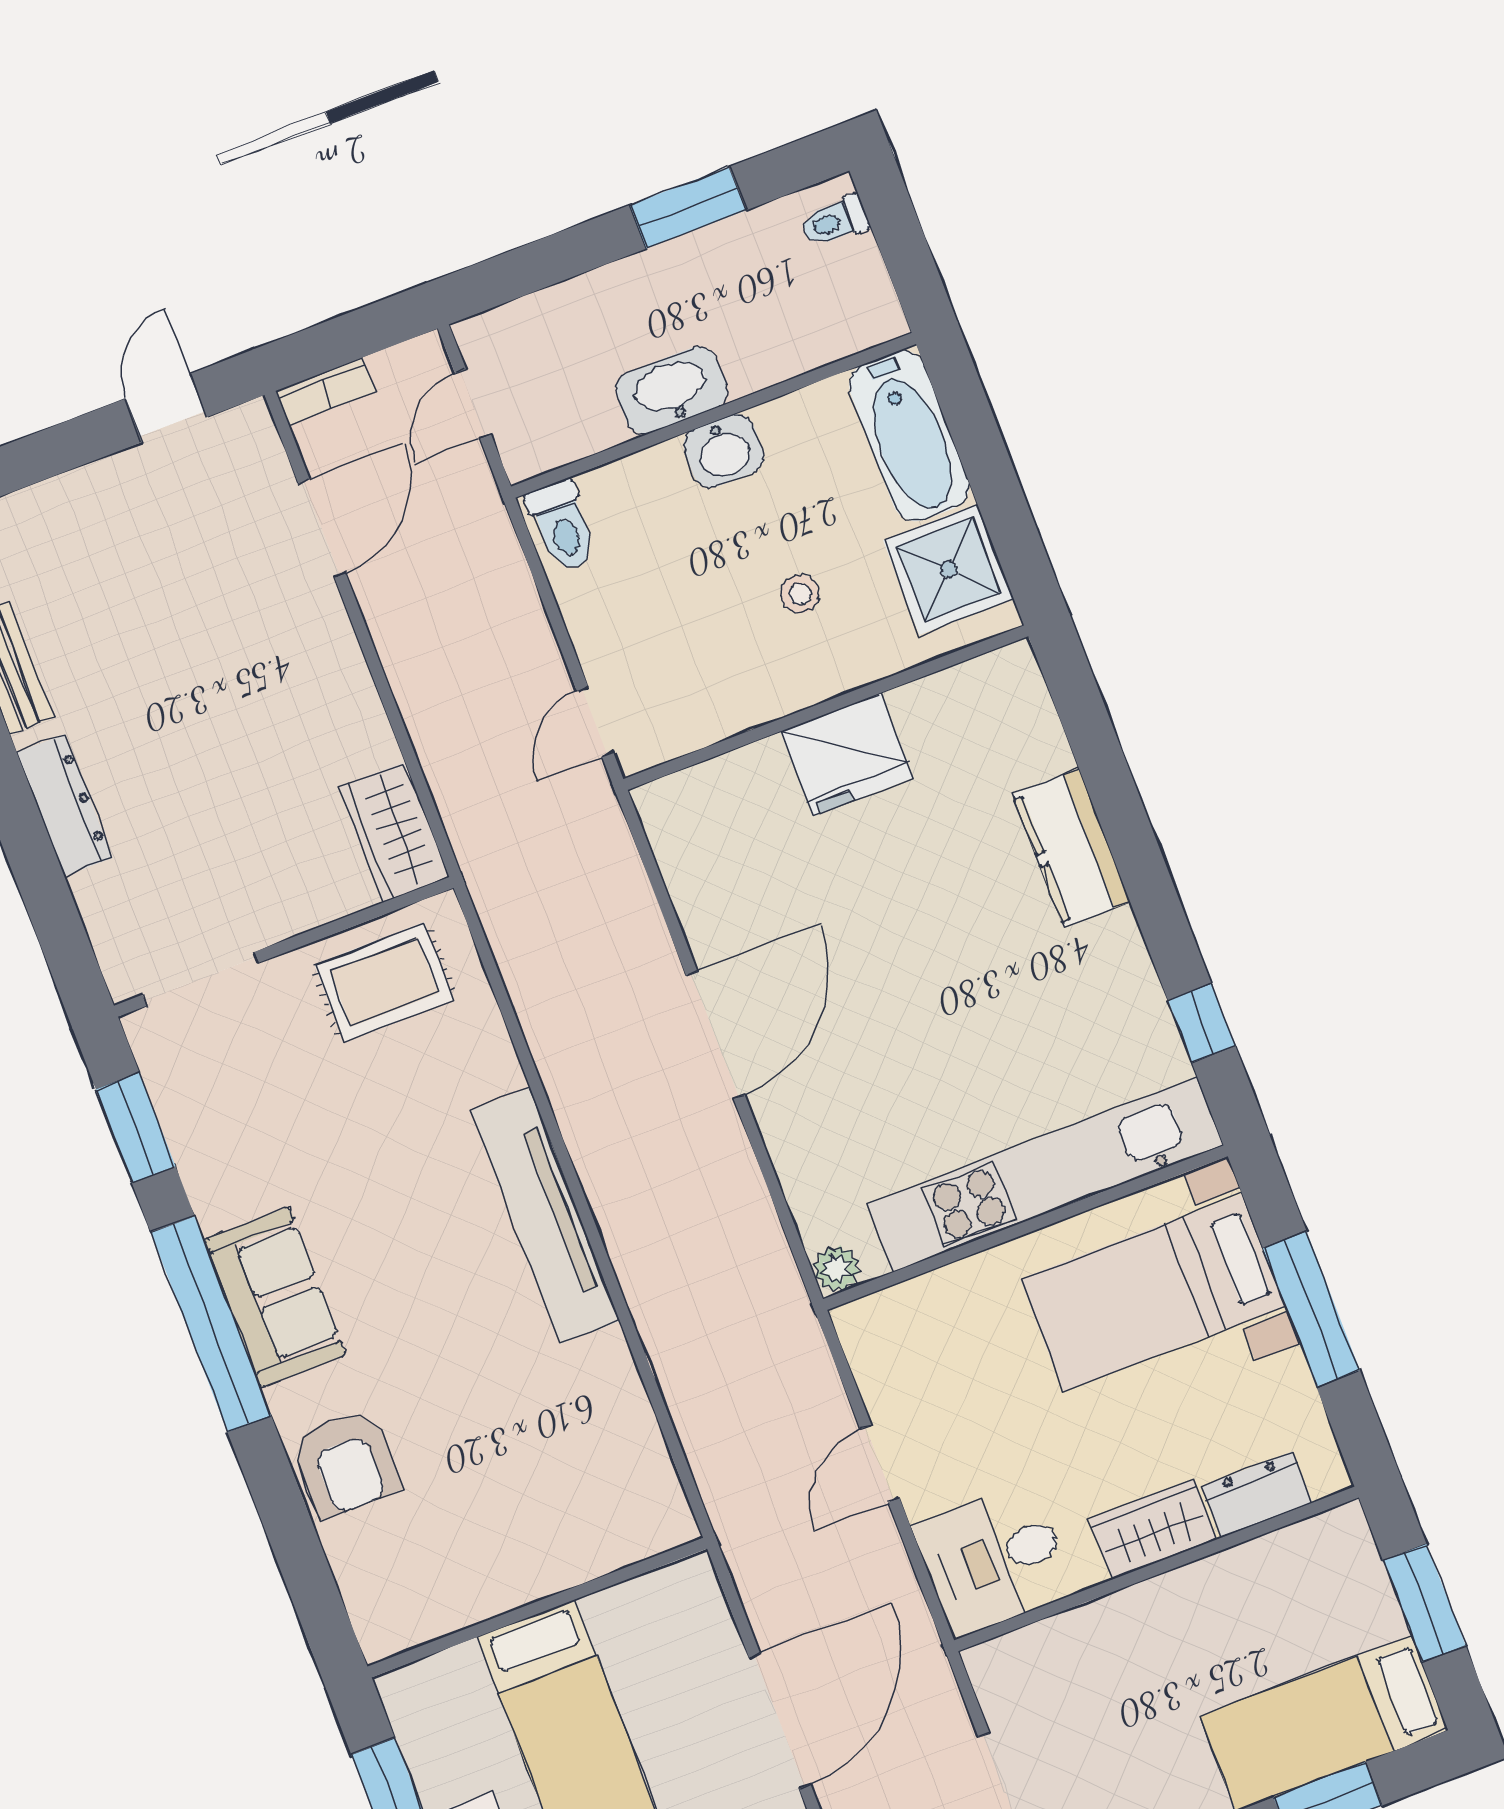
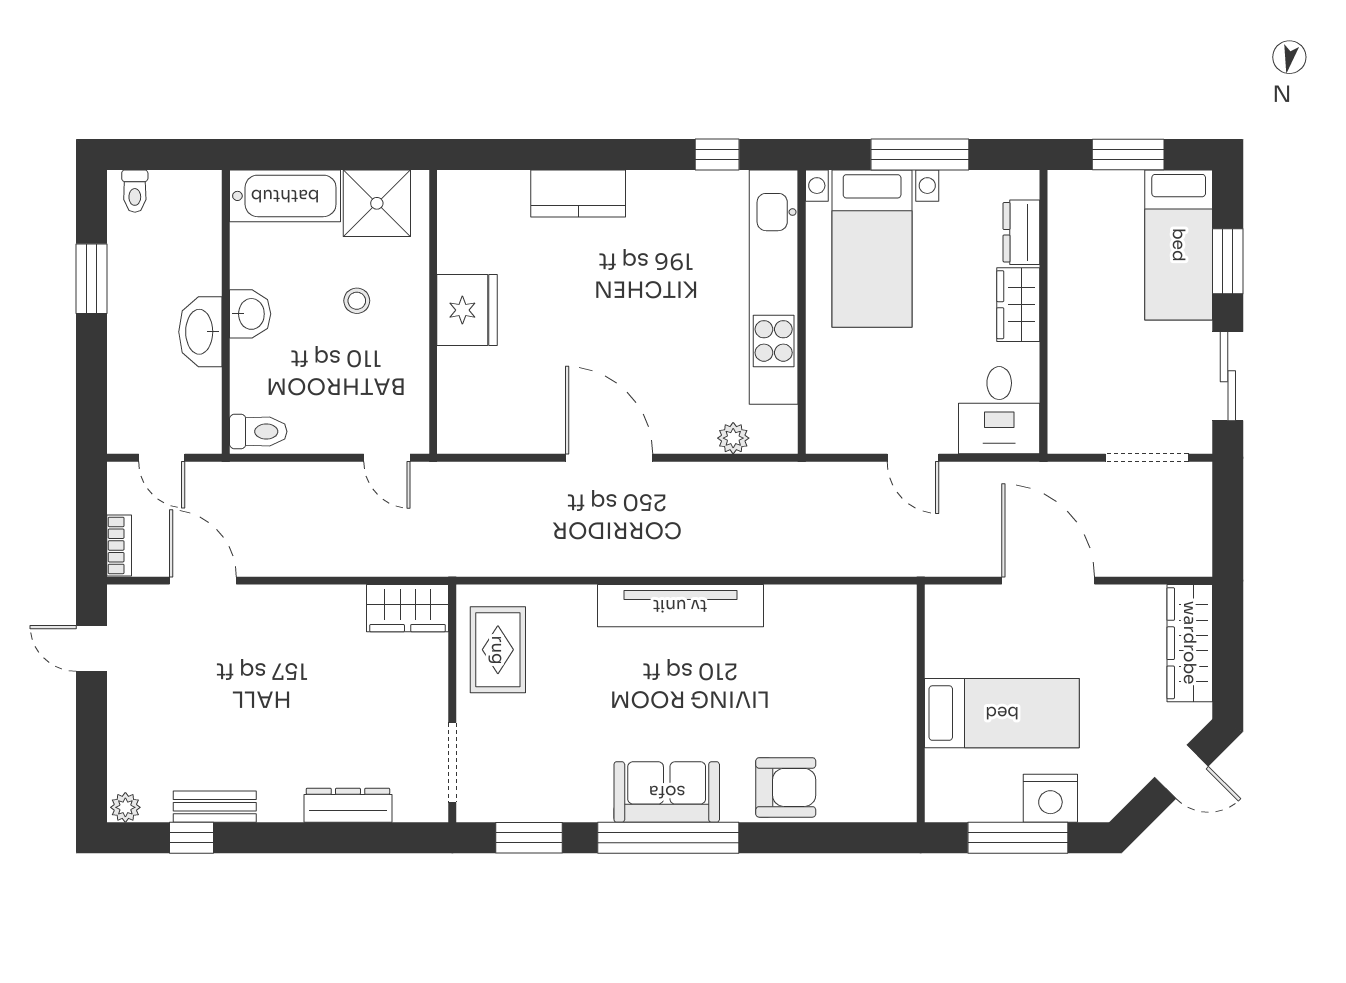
dresser: (65, 805) -> (348, 805), moved
plant: (837, 1268) -> (733, 438), moved

